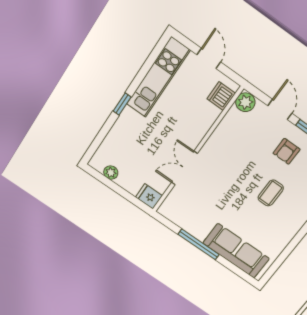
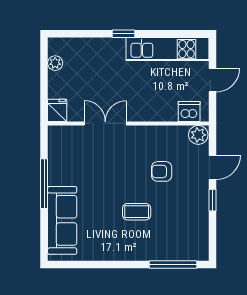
armchair: (287, 151) -> (162, 171), moved

